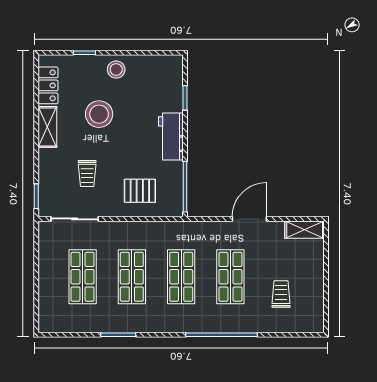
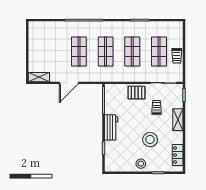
shelving: (47, 127) -> (178, 120), moved
pallet: (140, 191) -> (136, 93), moved
trolley: (281, 294) -> (177, 56), moved

